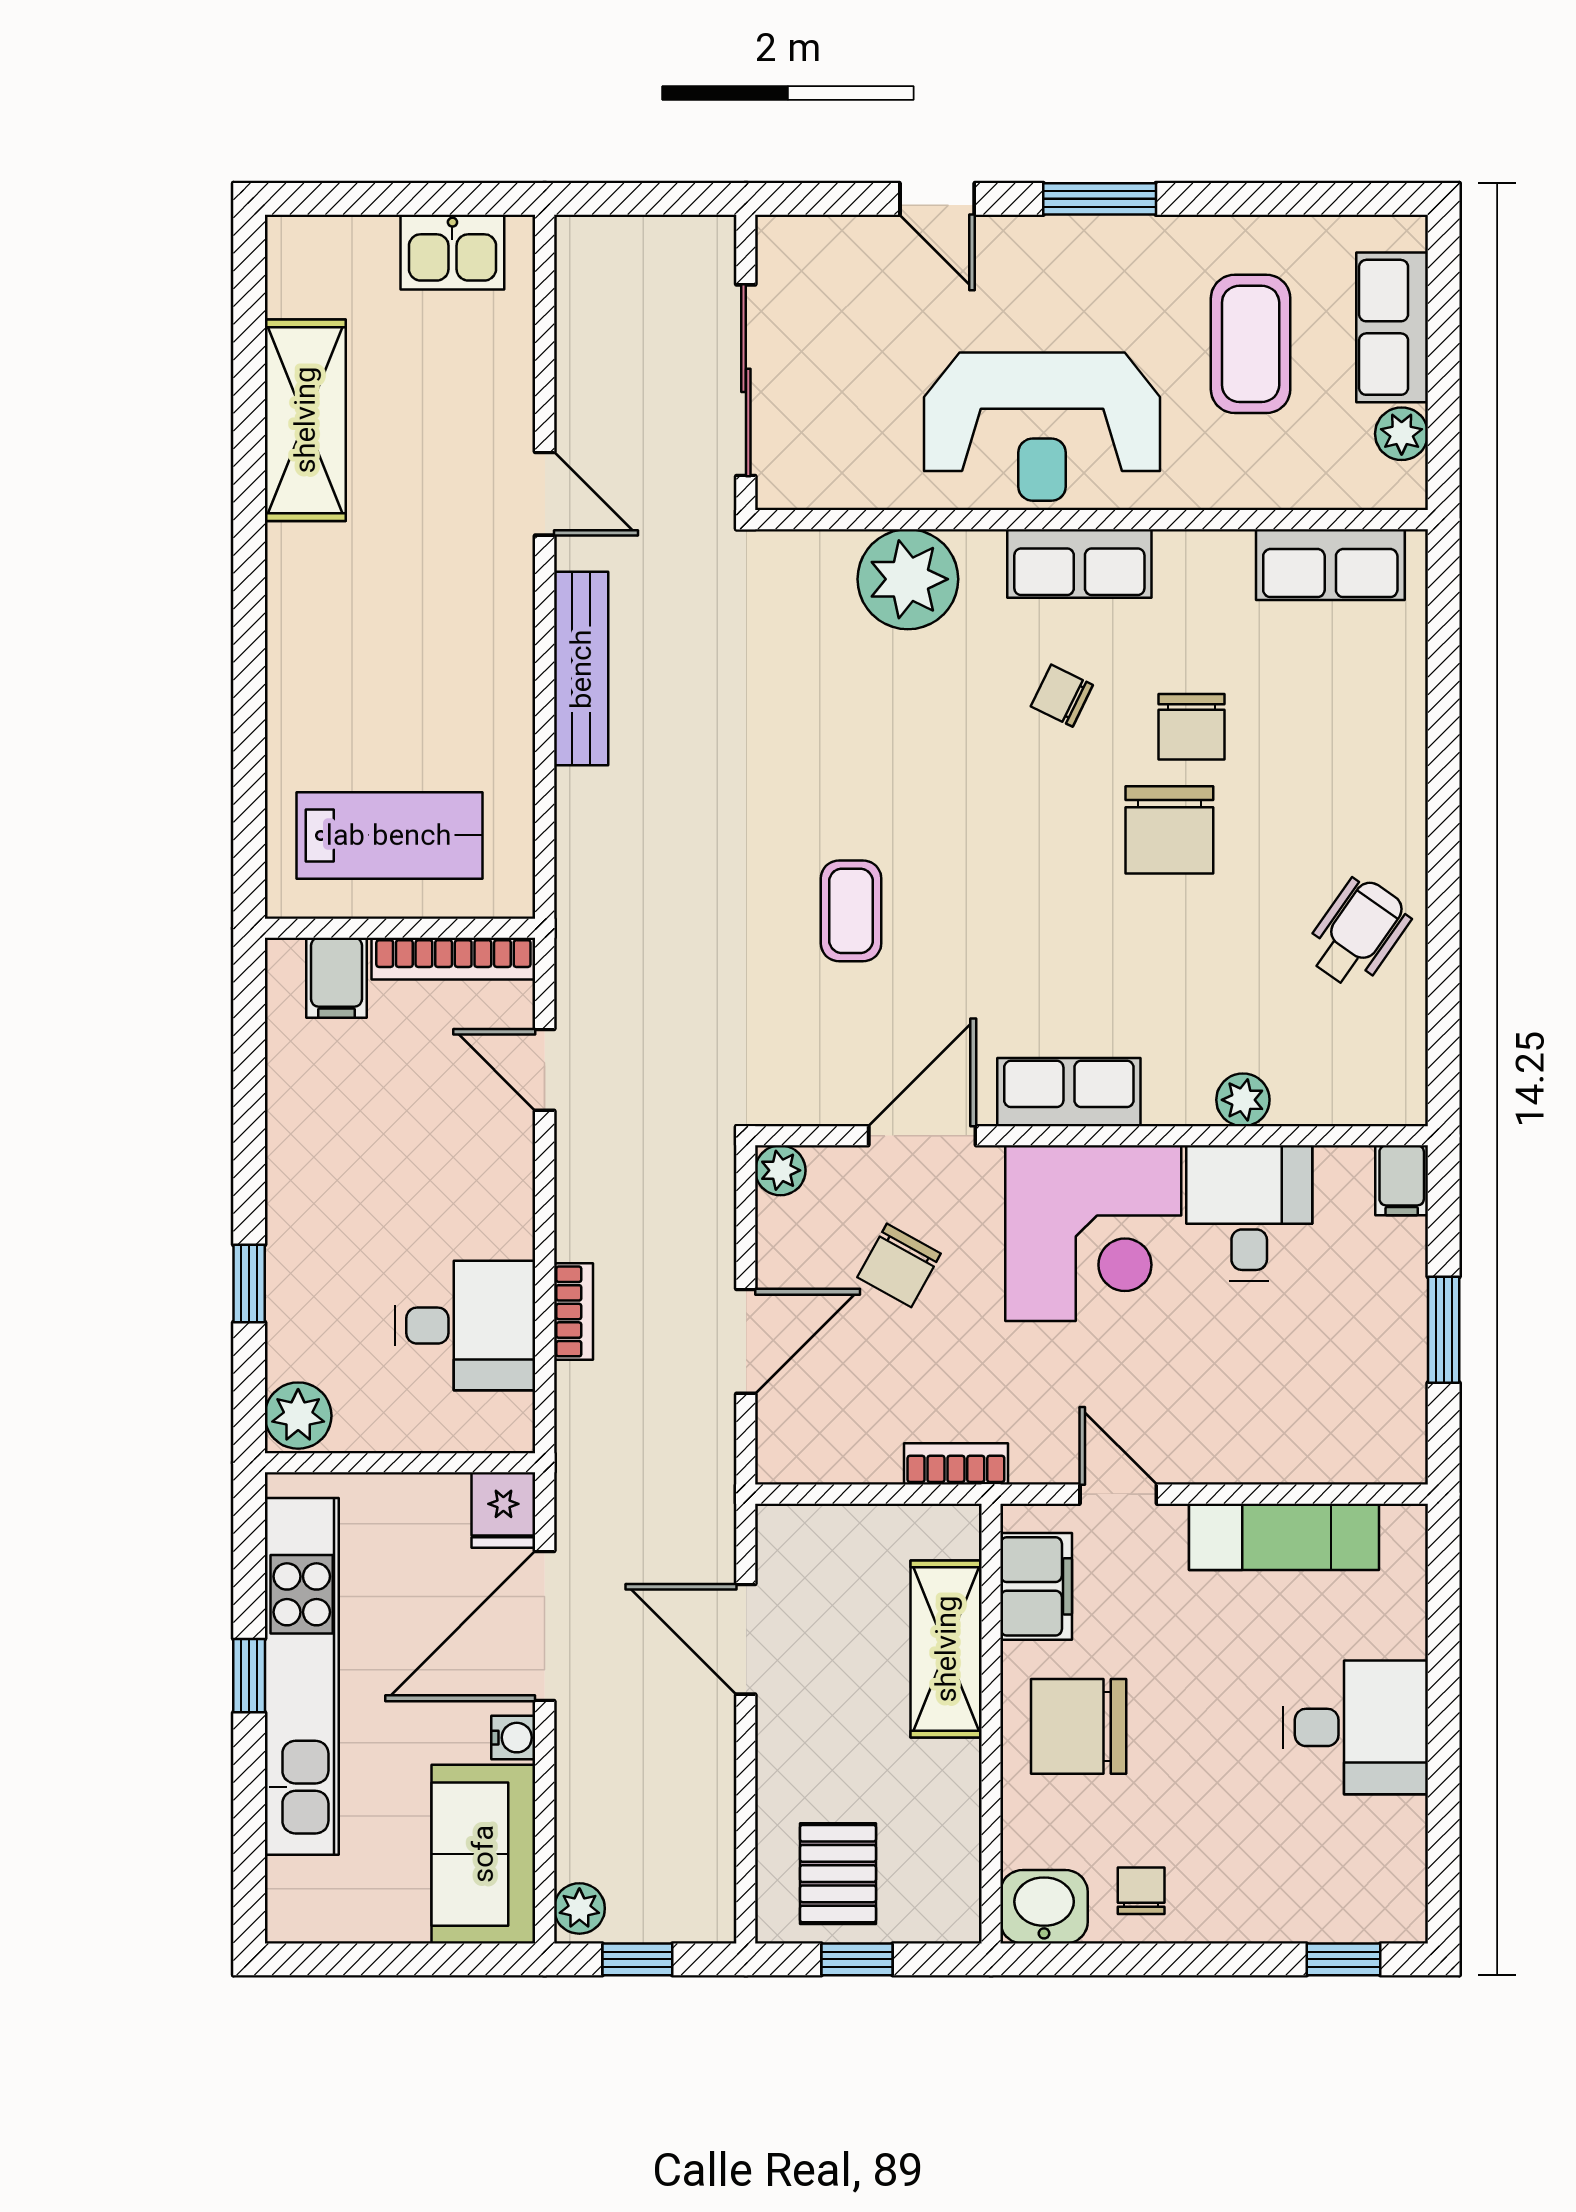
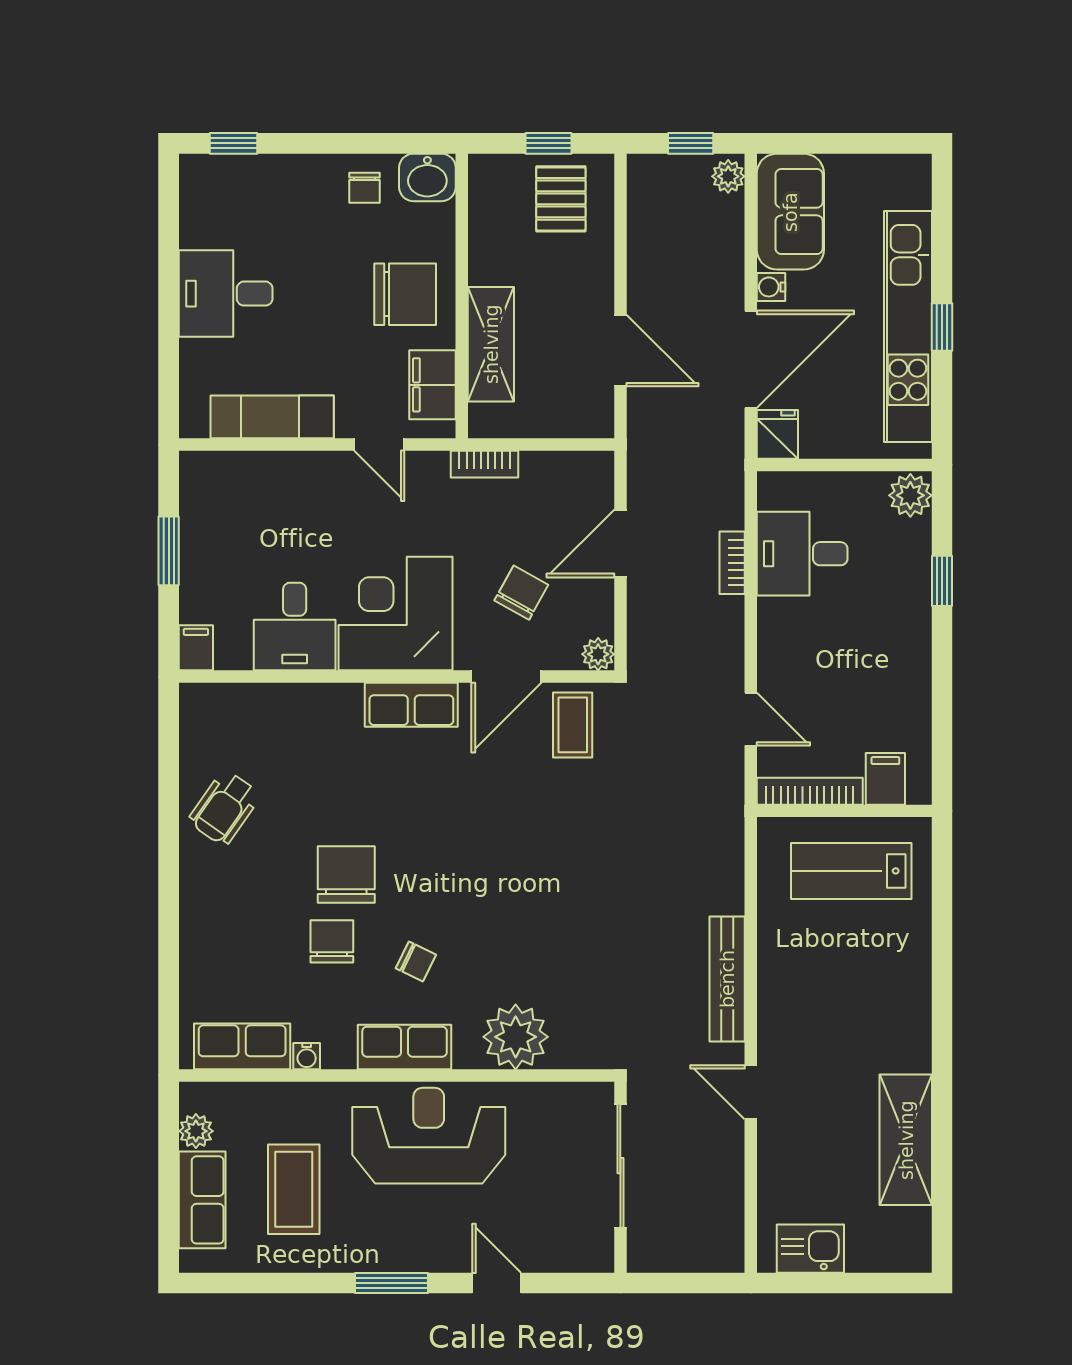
water cooler: (1231, 549) -> (307, 1056), added
coffee table: (851, 911) -> (573, 725), moved
plant: (1243, 1100) -> (299, 700), removed

